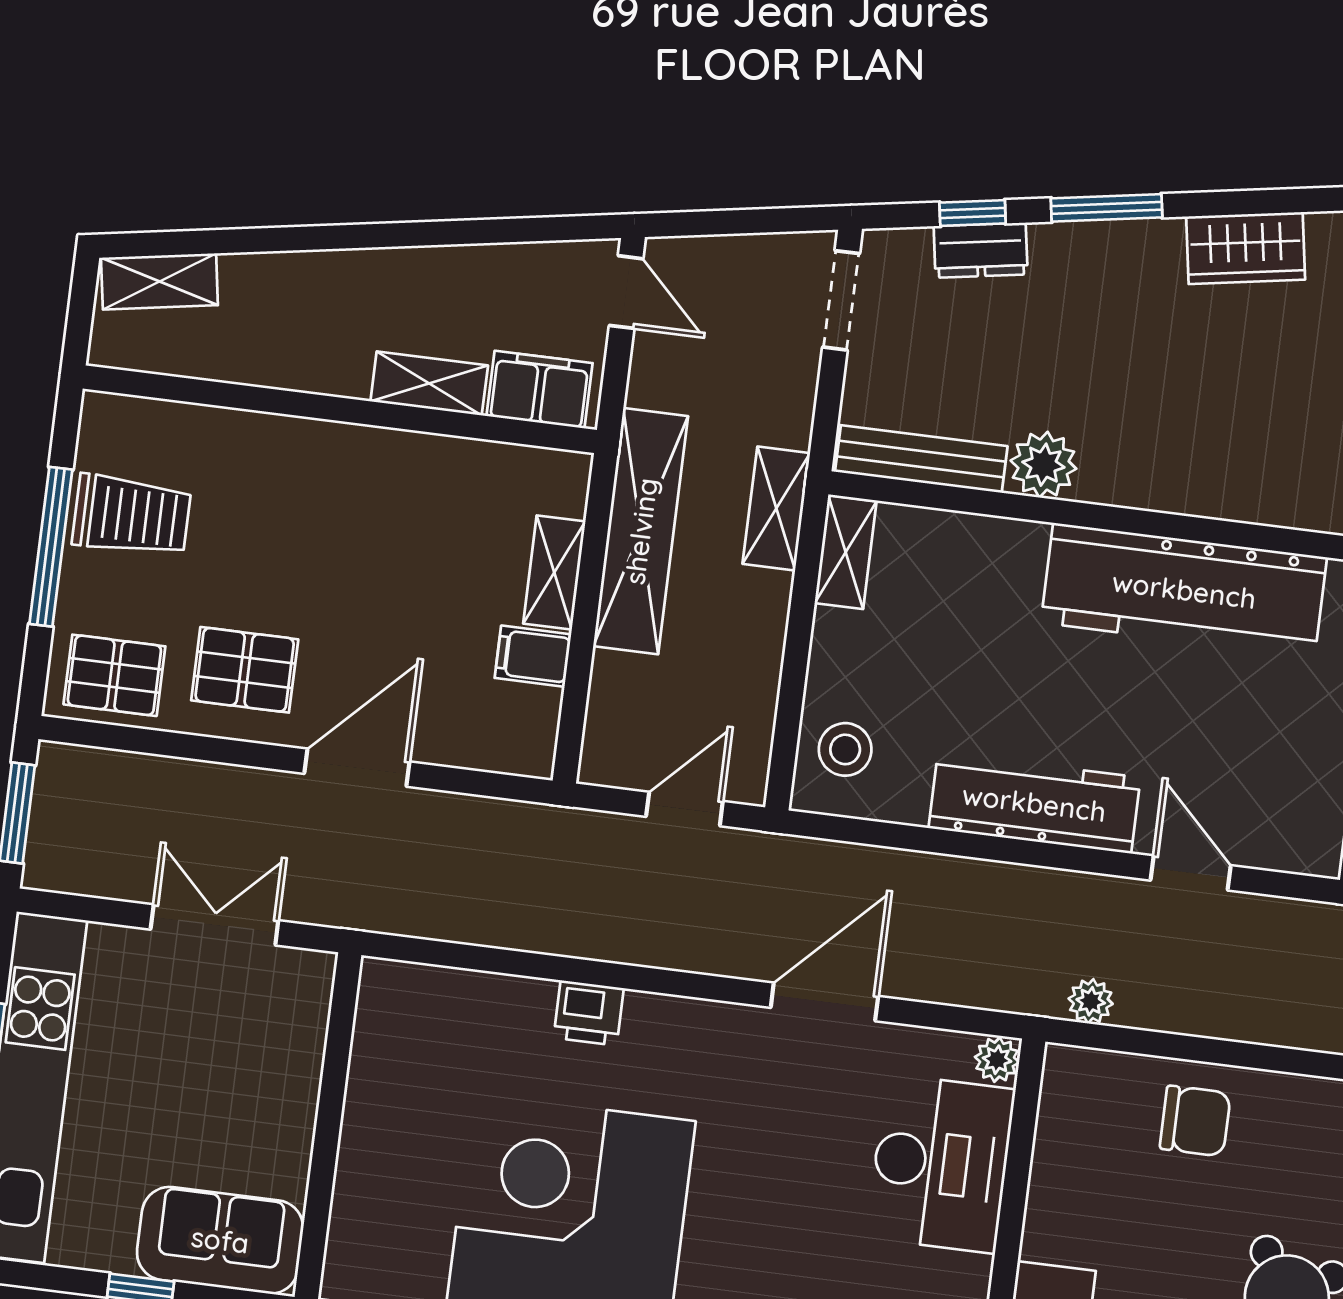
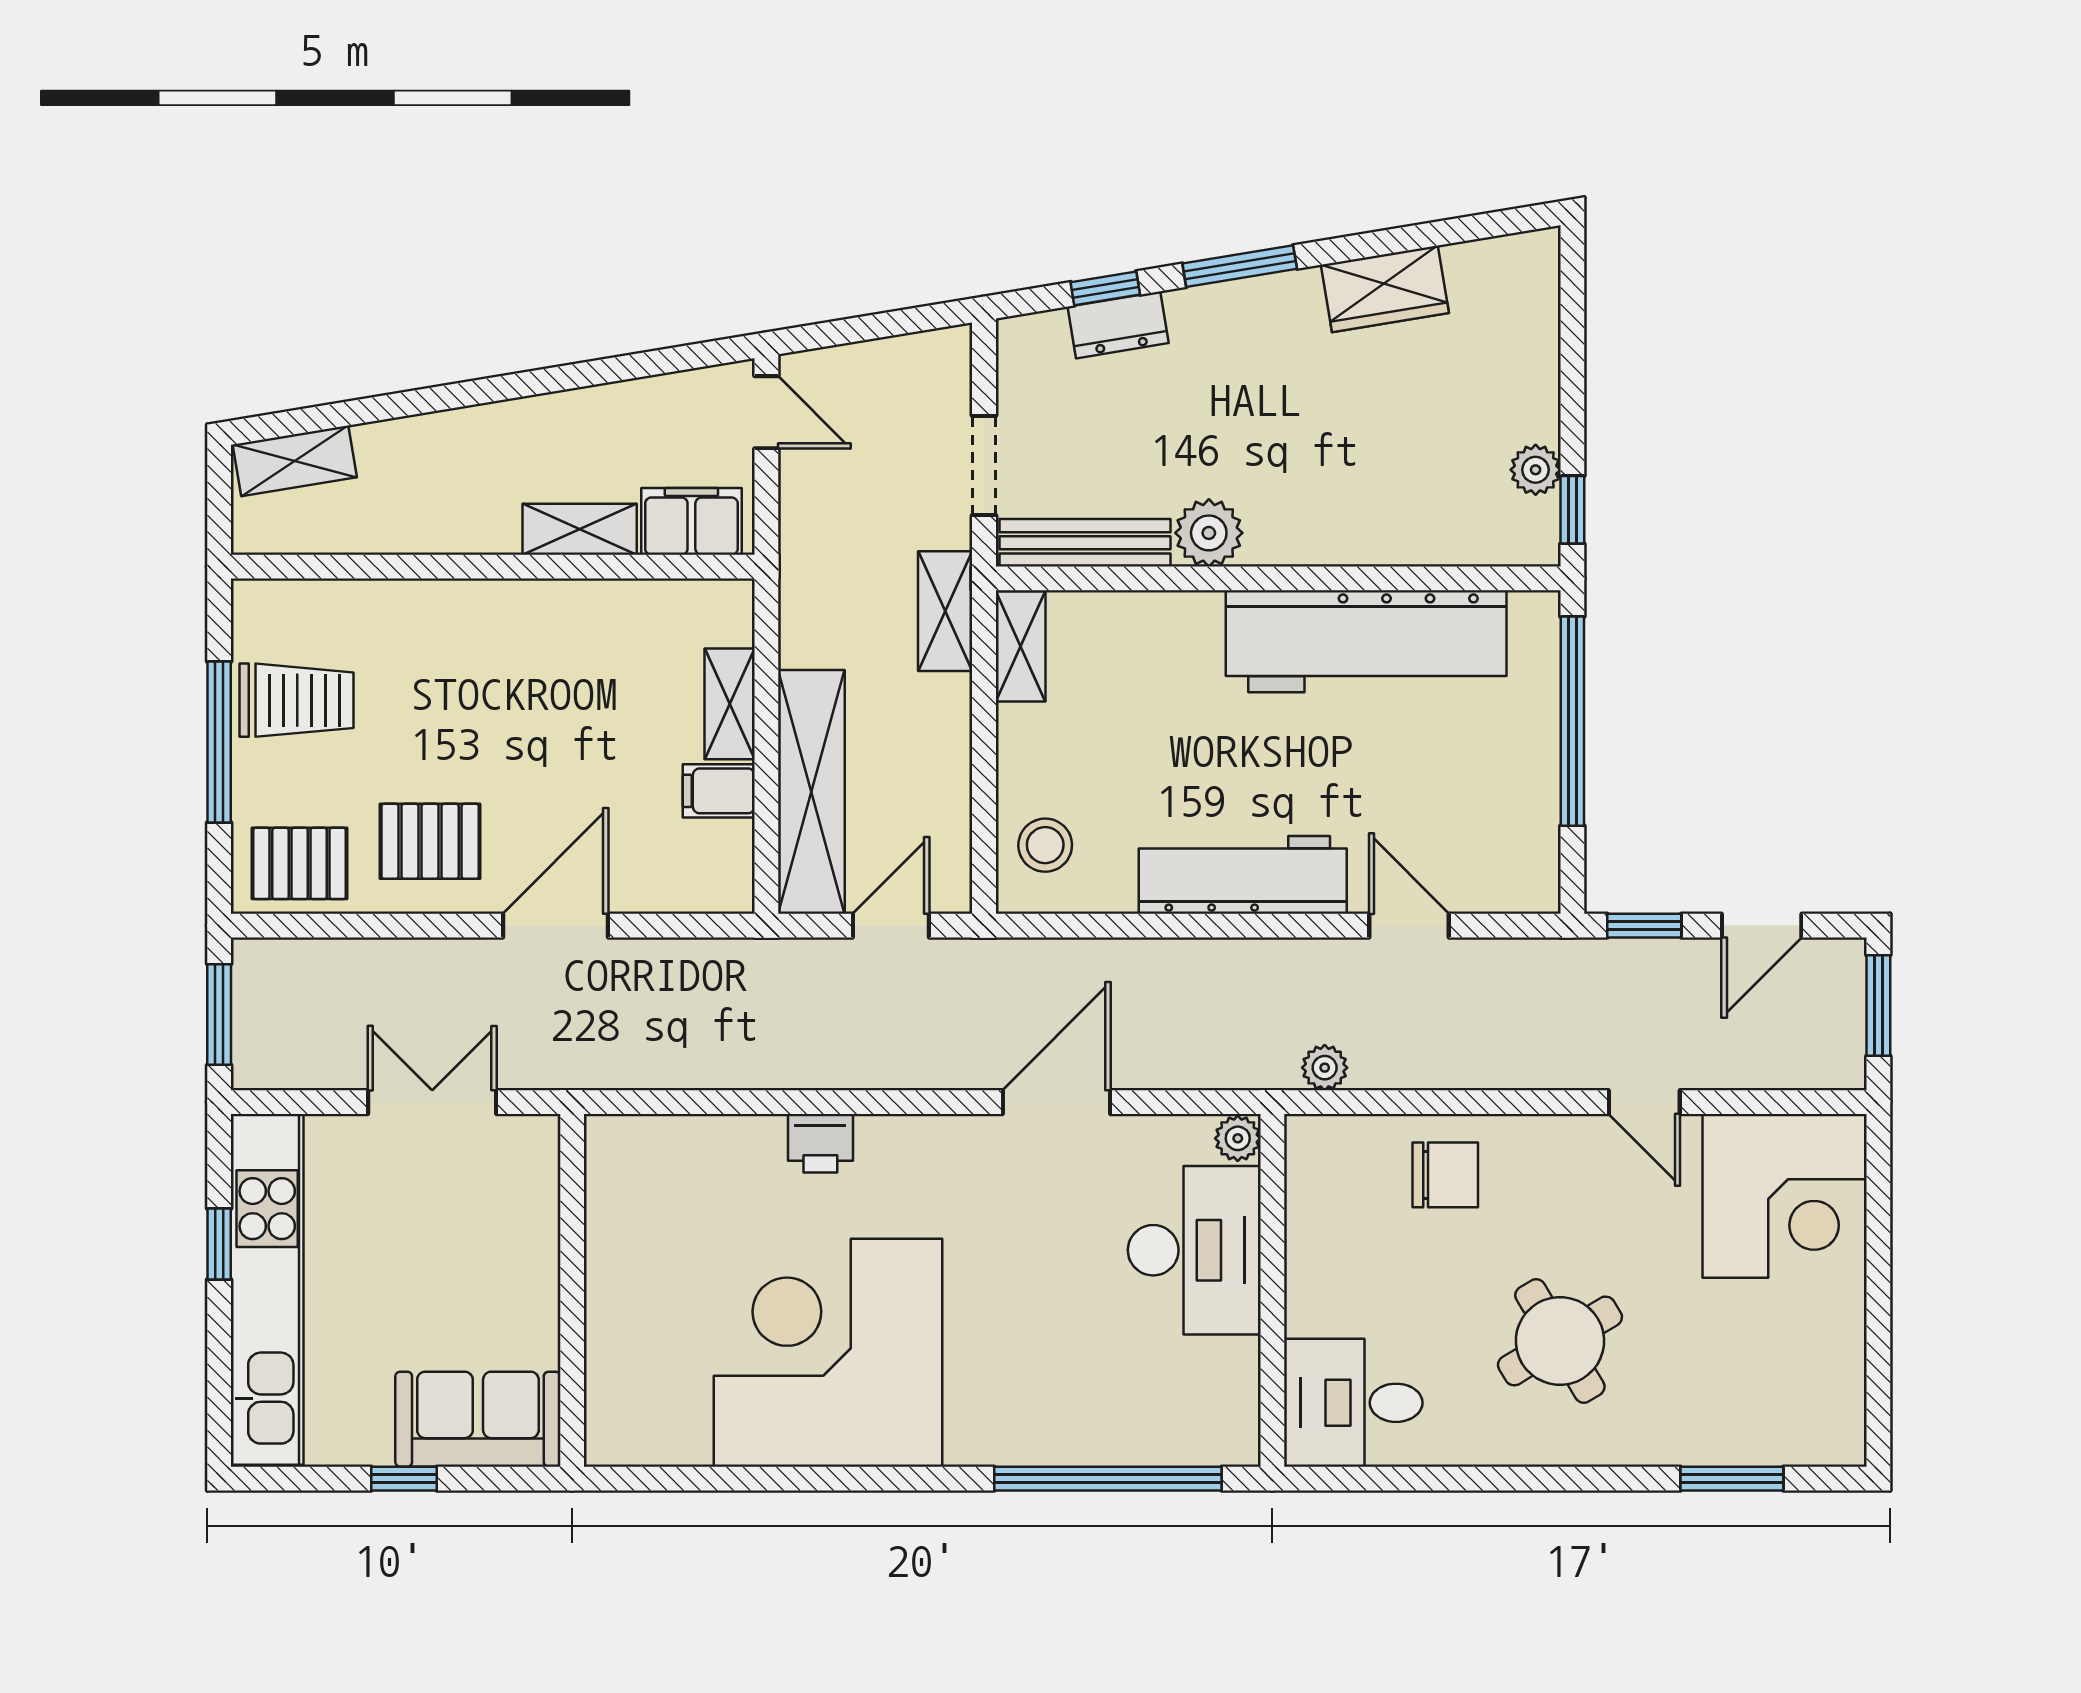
doorway: (841, 300) -> (984, 465), moved
shelving: (641, 531) -> (811, 792), moved

